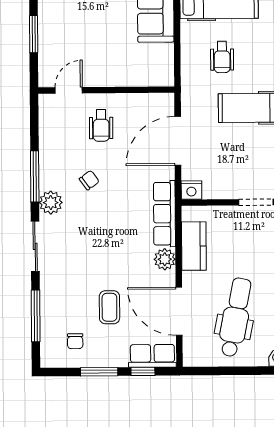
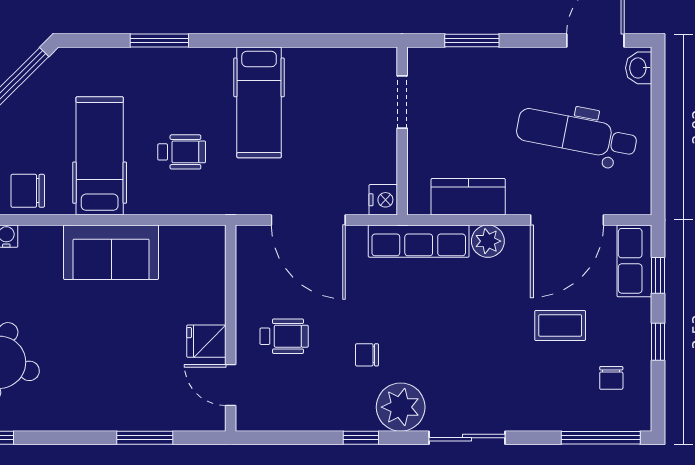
fridge: (98, 74) -> (206, 341), added
window: (35, 176) -> (361, 438), width x0.46
chair: (89, 180) -> (367, 355), turned -54
plant: (51, 203) -> (401, 407), width x1.36, depth x1.36
window: (36, 316) -> (601, 438), moved
chair: (75, 341) -> (611, 378), turned 90
window: (99, 372) -> (658, 342), width x0.67

